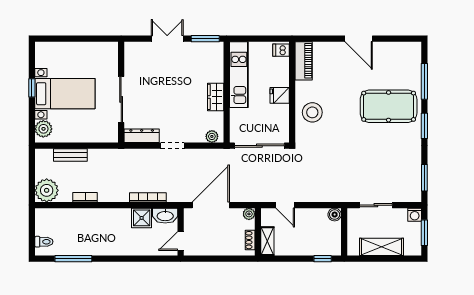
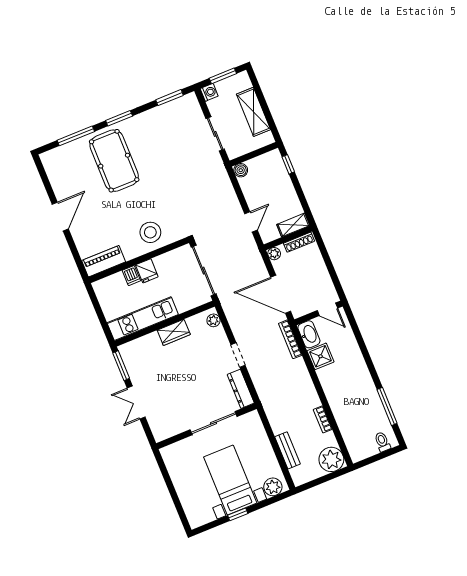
dishwasher: (281, 50) -> (131, 276), moved
bookcase: (148, 197) -> (290, 339), moved
shoe rack: (250, 240) -> (299, 242), width x1.43

